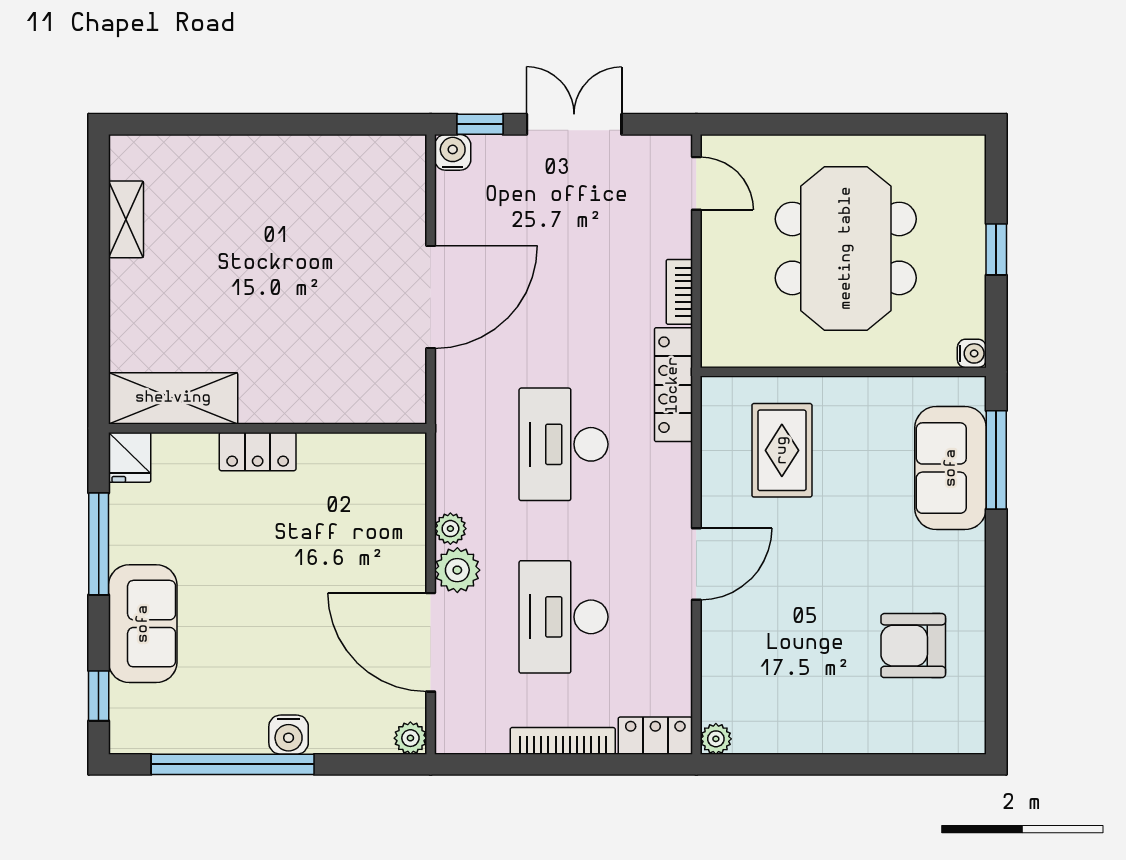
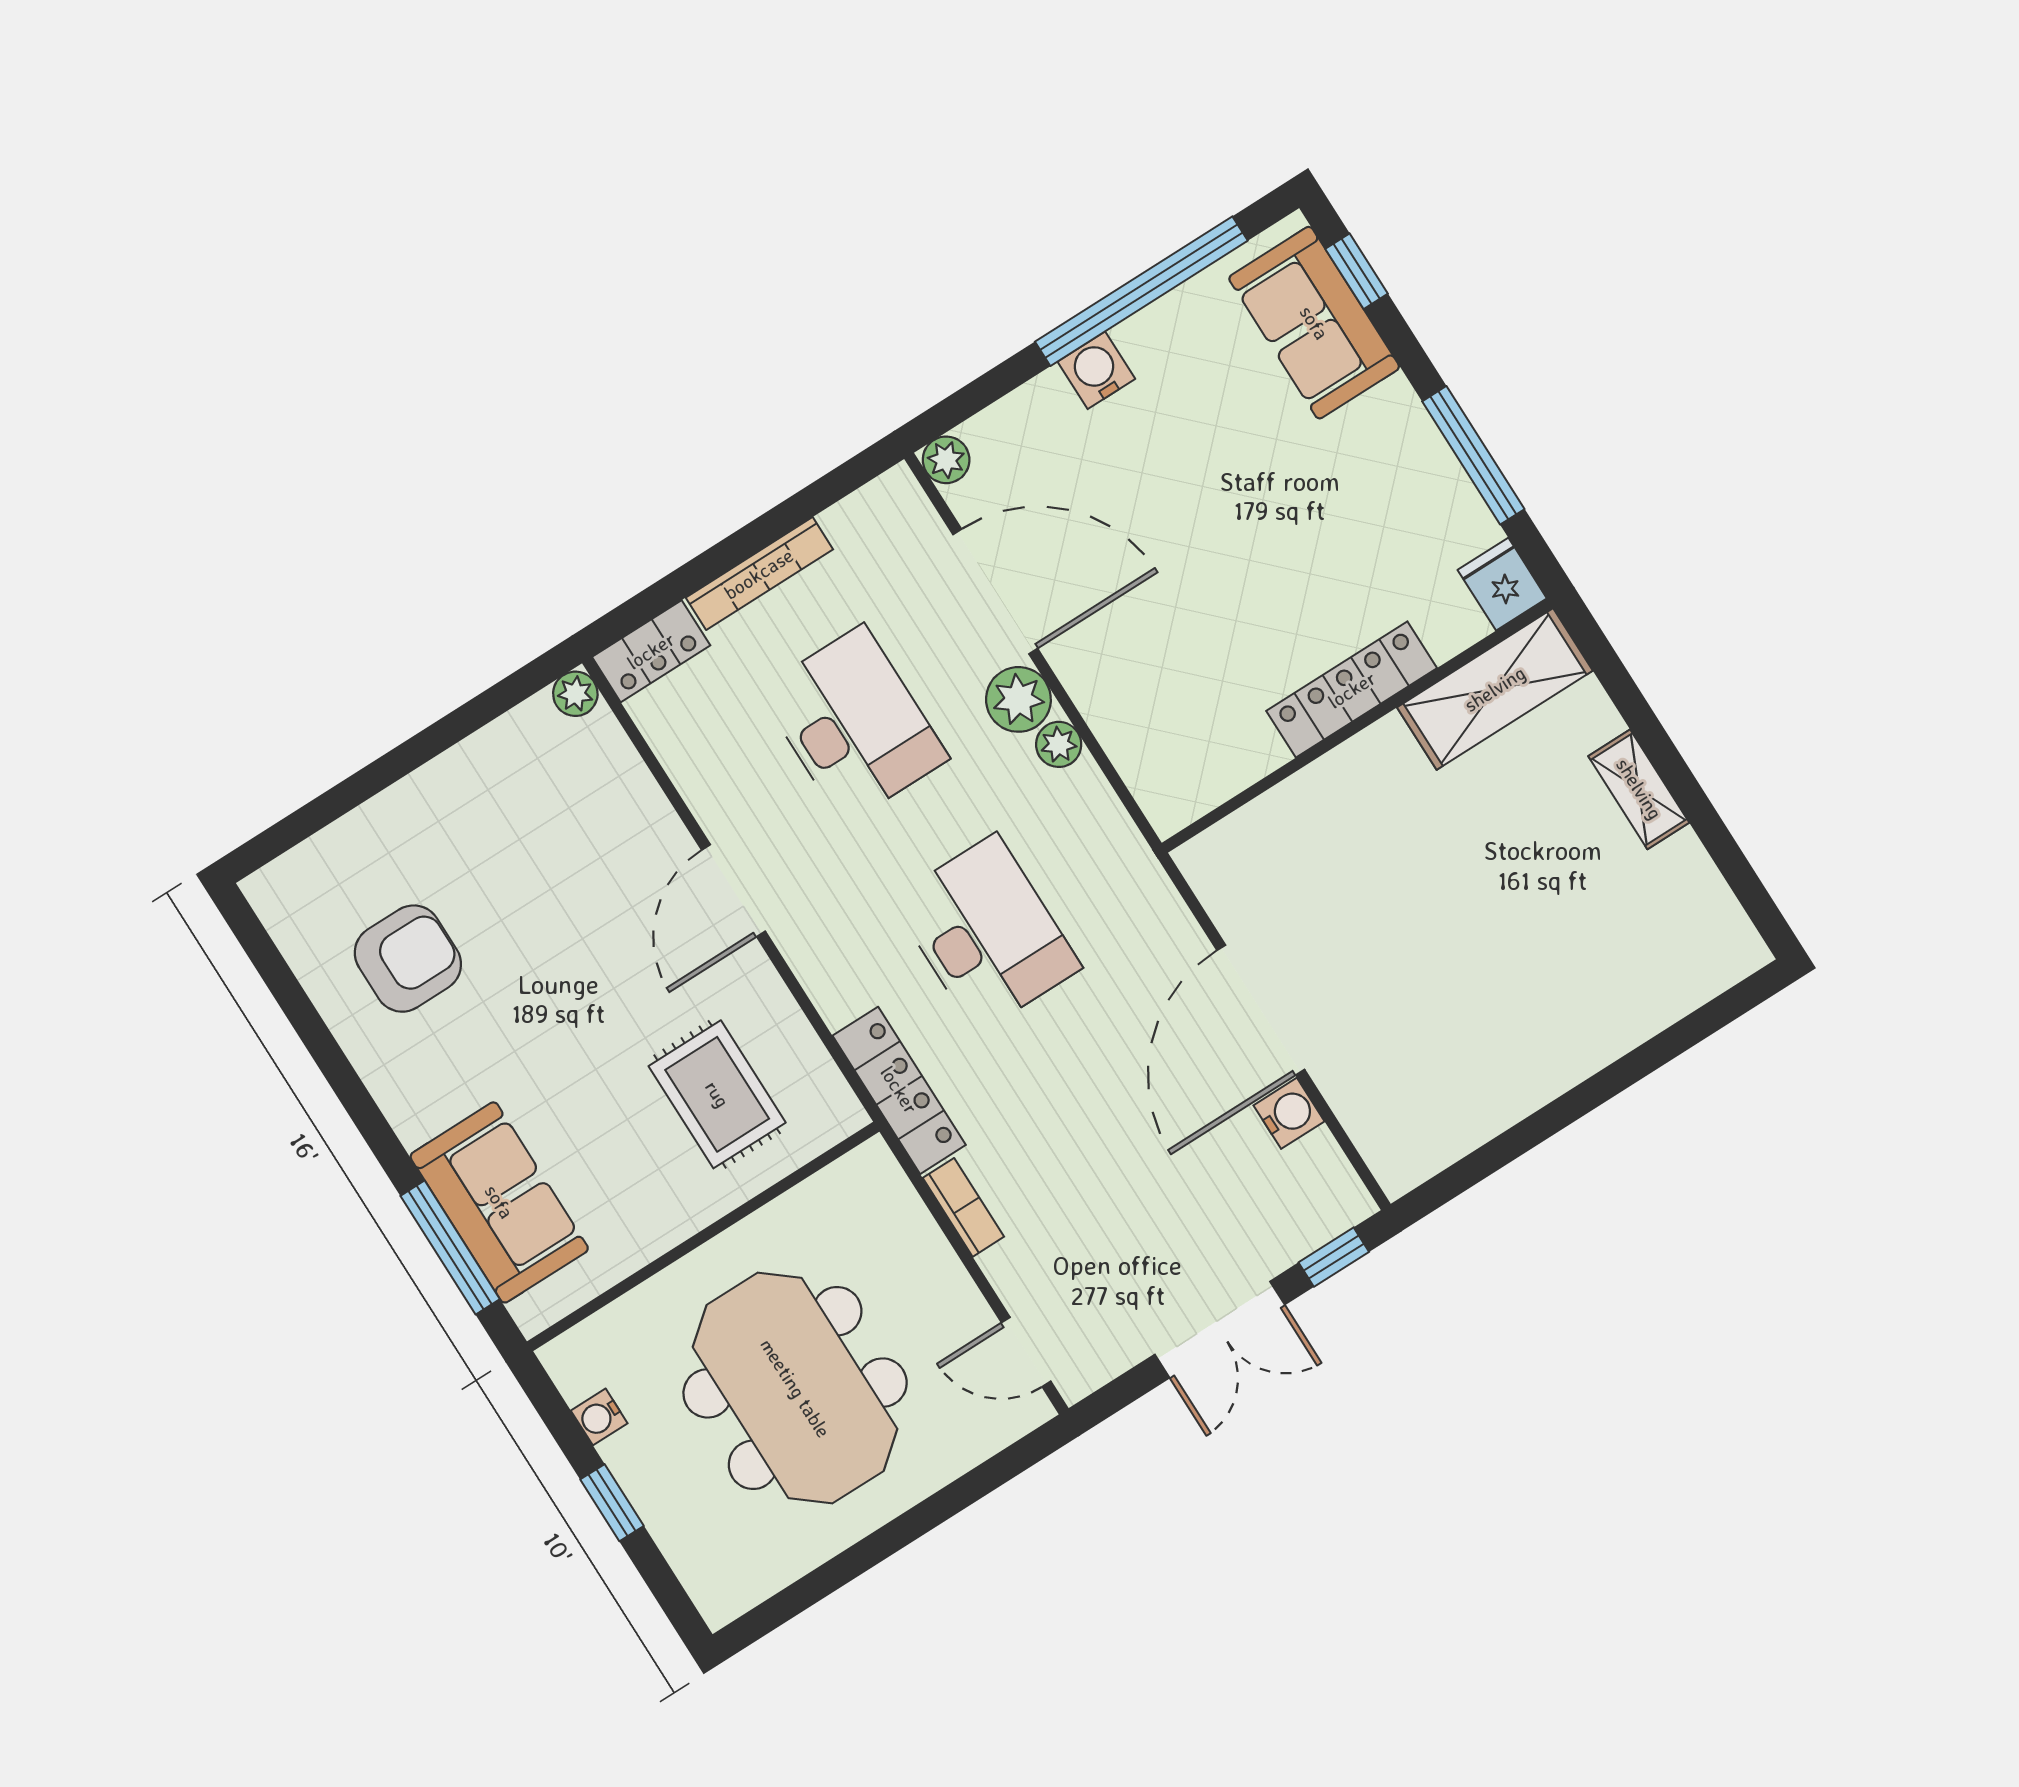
water cooler: (453, 152) -> (1289, 1113), moved, turned -90
shelving: (126, 219) -> (1639, 789), moved
water cooler: (972, 353) -> (599, 1417), moved
locker: (258, 452) -> (1352, 690), width x1.53
sofa: (143, 624) -> (1314, 323), moved

